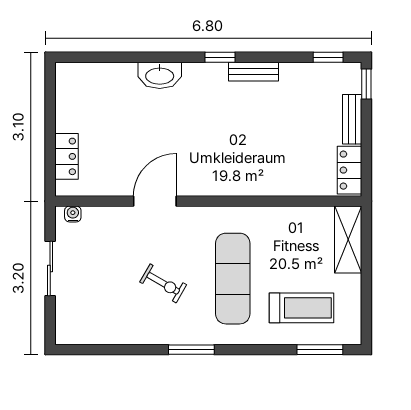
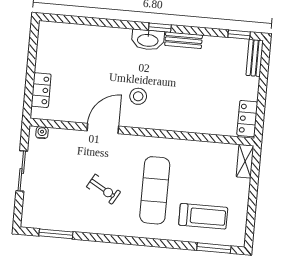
washbasin: (160, 75) -> (148, 40), moved
window: (366, 84) -> (265, 57), removed
bench: (352, 119) -> (255, 58), moved
stool: (199, 153) -> (138, 96), added
shelving: (348, 239) -> (245, 161), width x0.67, depth x0.75
window: (191, 350) -> (56, 234), moved

